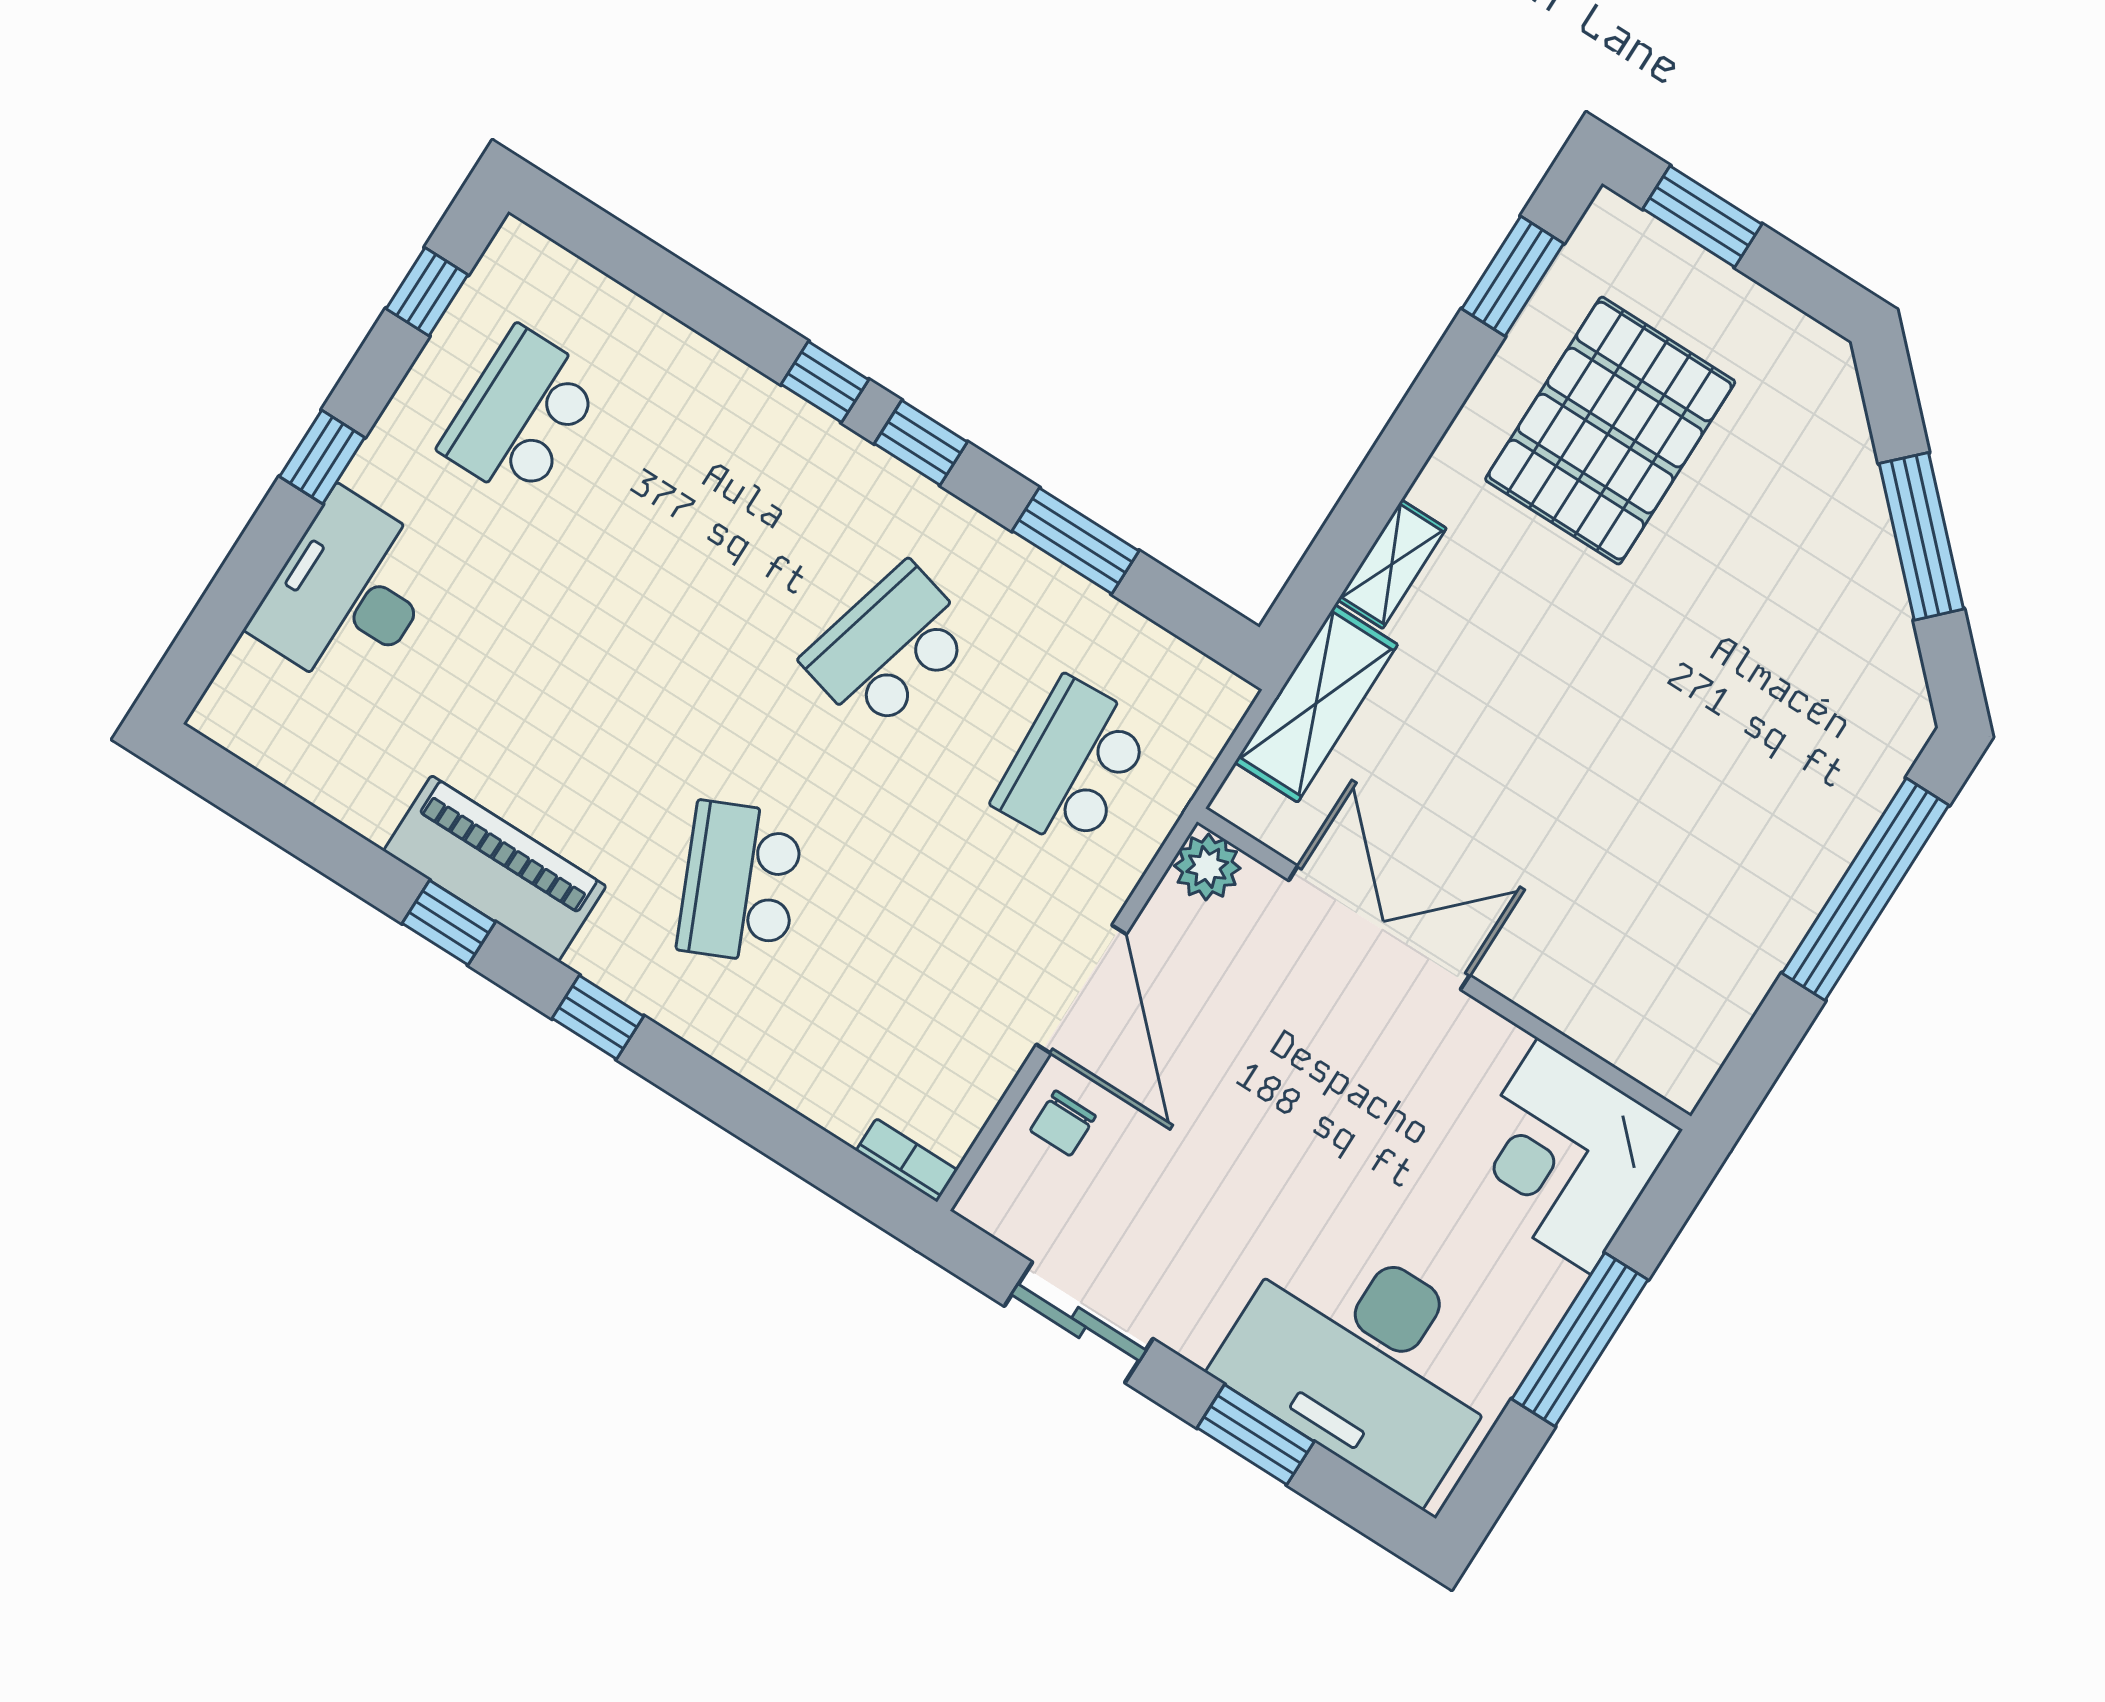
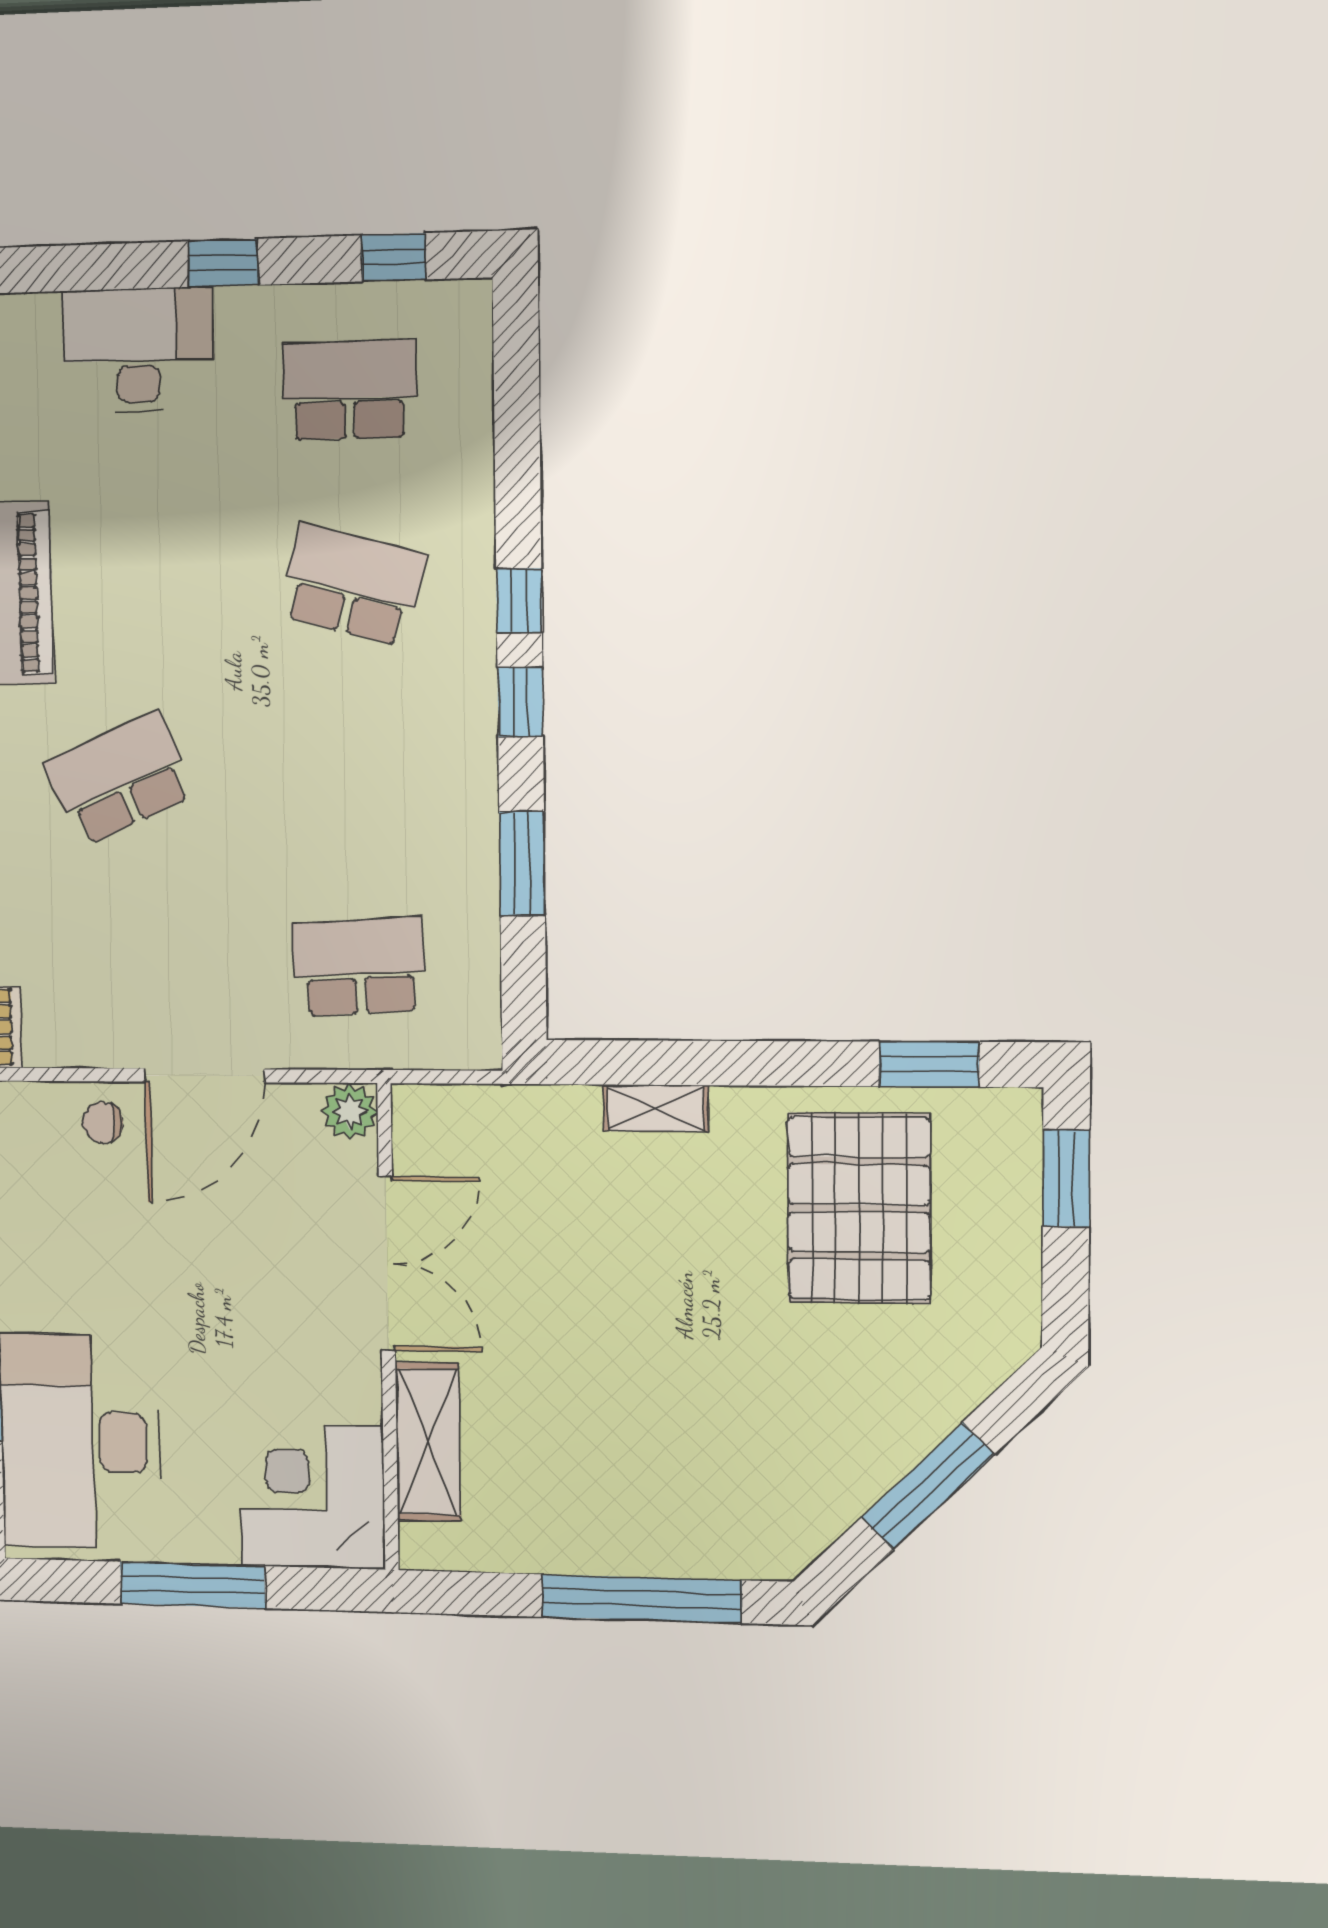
pallet: (1610, 431) -> (859, 1208), turned 90
school desk: (889, 648) -> (353, 585), moved
shelving: (1316, 703) -> (428, 1442), moved, turned 90

